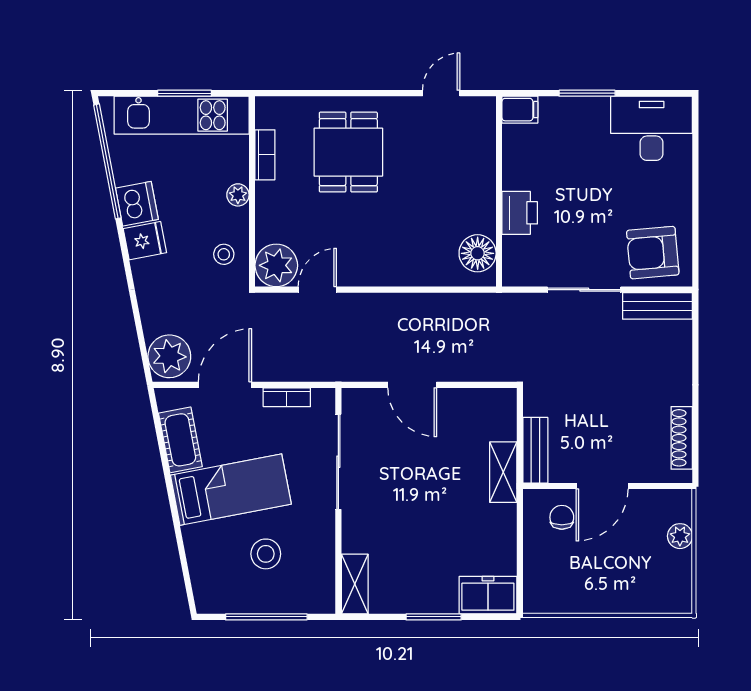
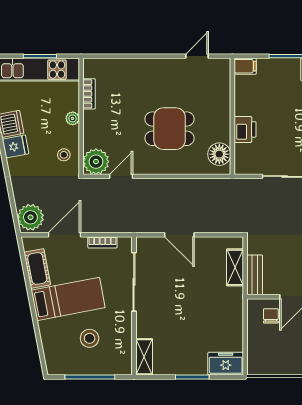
dining table: (348, 152) -> (170, 129), moved, turned 90
shelving: (503, 472) -> (235, 267), moved

